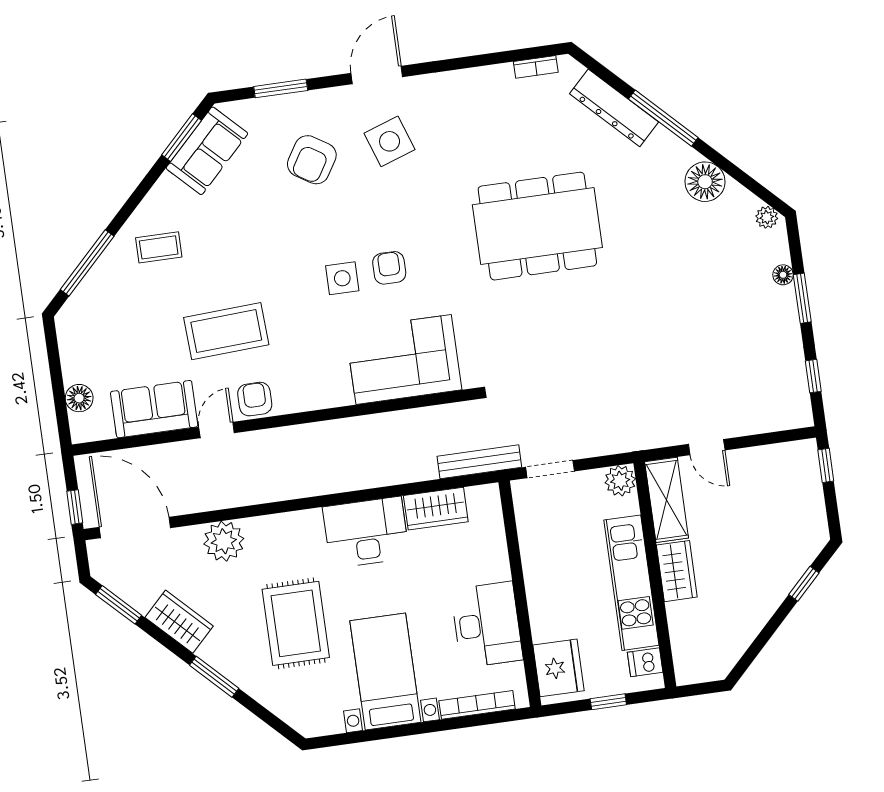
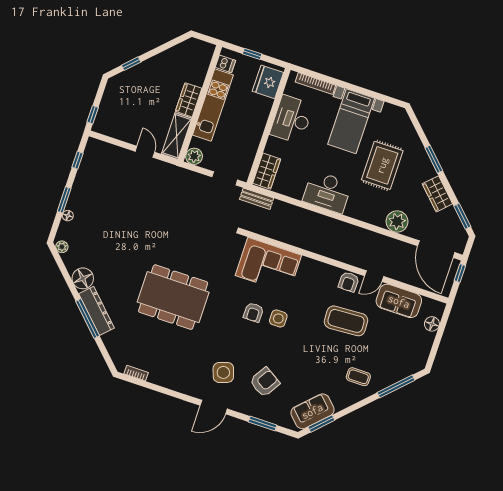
dresser: (614, 108) -> (96, 311), moved
bench: (479, 462) -> (257, 199), width x0.73
wardrobe: (436, 509) -> (267, 171), moved, turned 90

